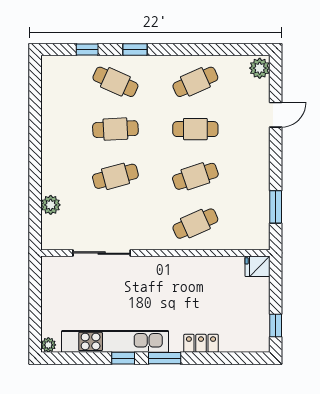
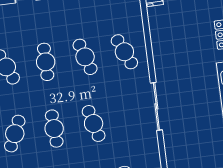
sliding door: (102, 253) -> (156, 106), moved

